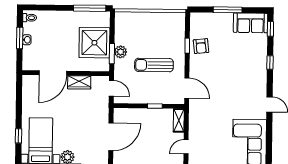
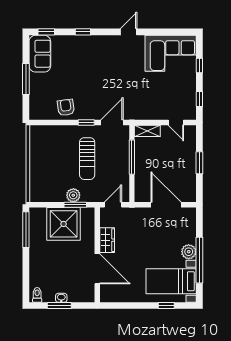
window: (187, 46) -> (86, 122), moved
armchair: (201, 46) -> (66, 108), turned -92
window: (155, 106) -> (132, 157), width x2.17

